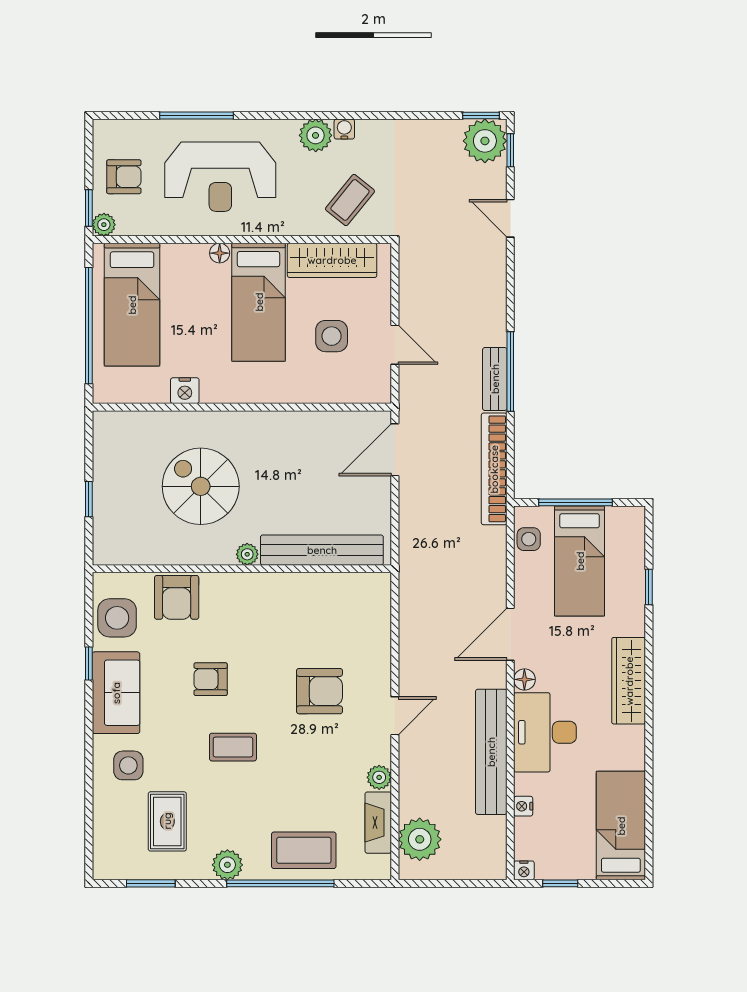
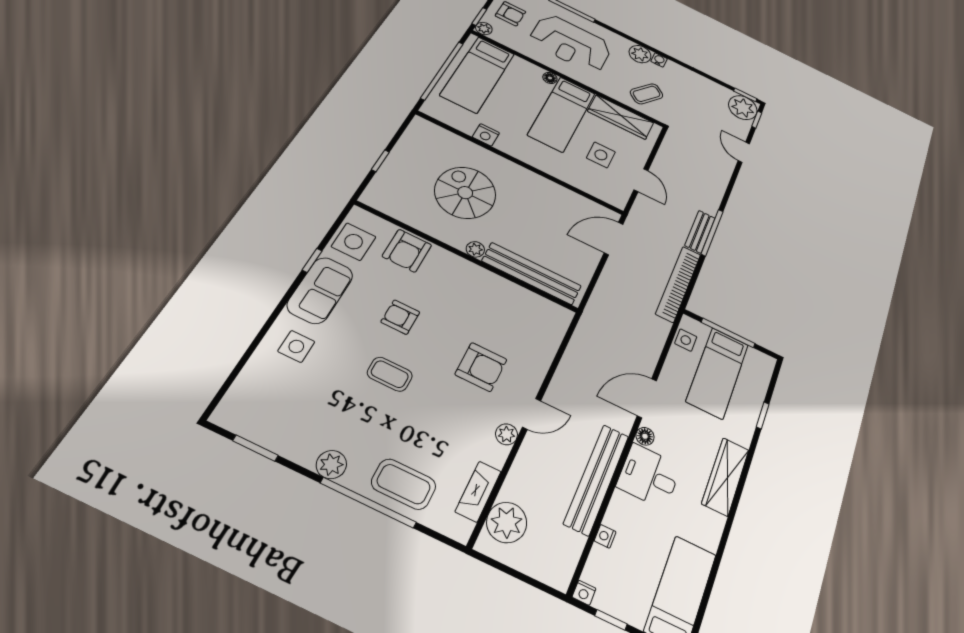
desk: (545, 732) -> (649, 476), width x0.73
plant: (379, 777) -> (507, 434), moved
rug: (167, 821) -> (301, 405), removed

